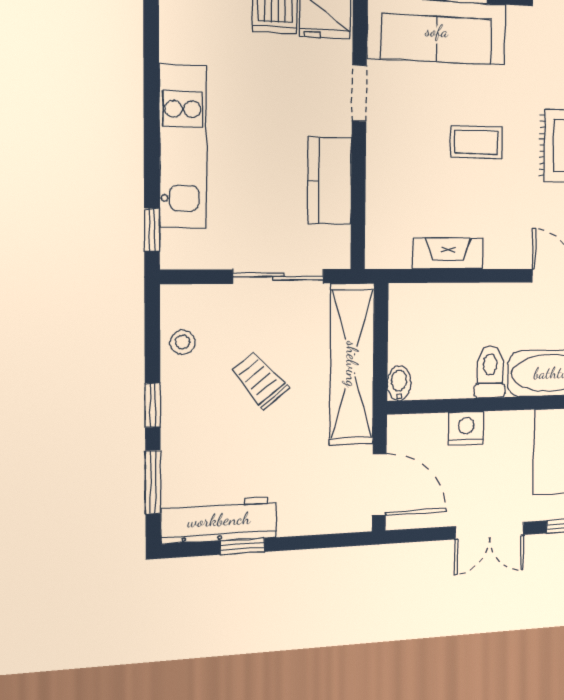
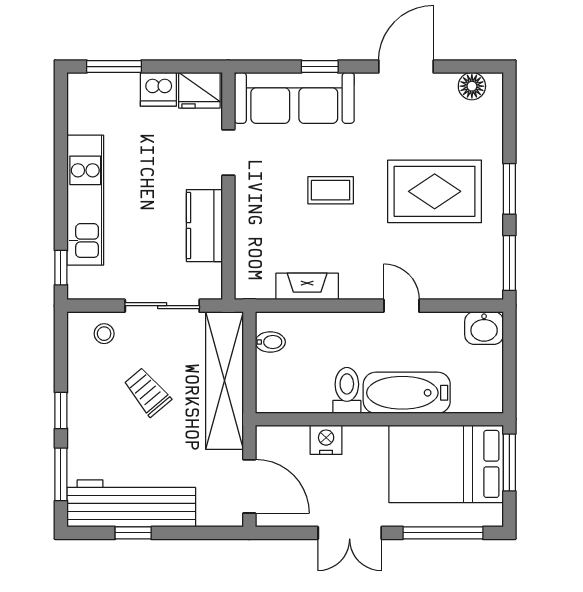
stool: (183, 342) -> (104, 334), moved
bidet: (399, 383) -> (270, 342), moved, turned 90
workbench: (219, 520) -> (131, 503), width x1.36, depth x1.32

